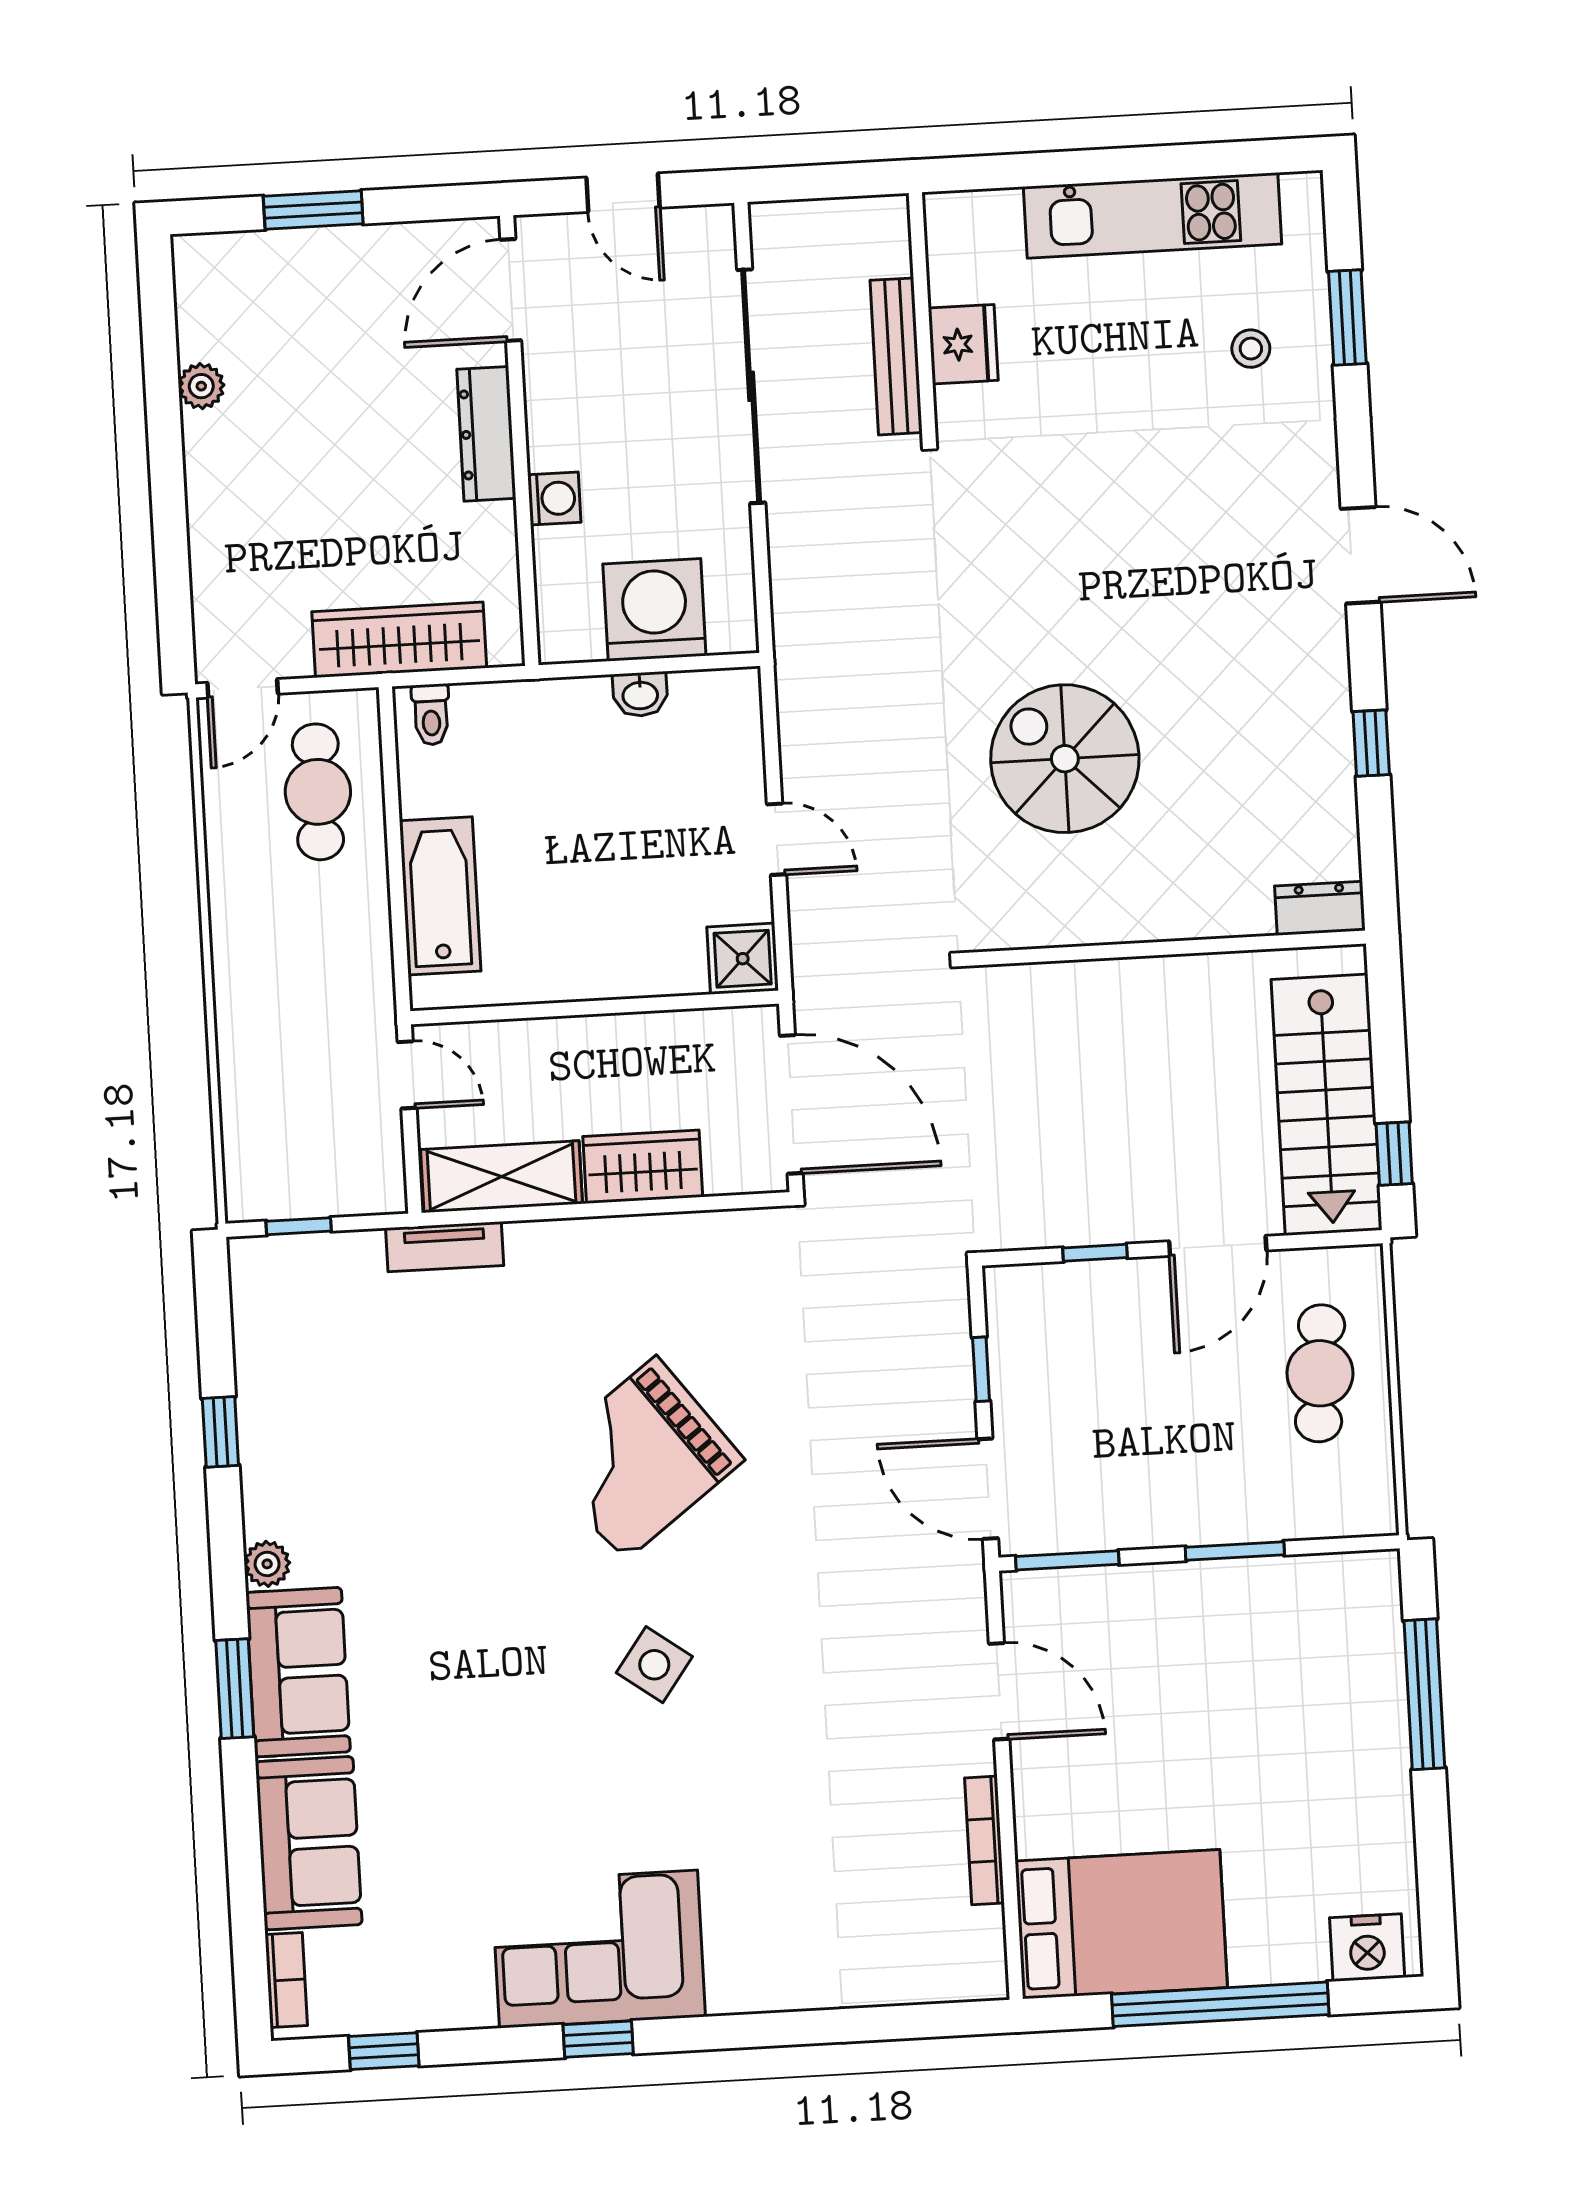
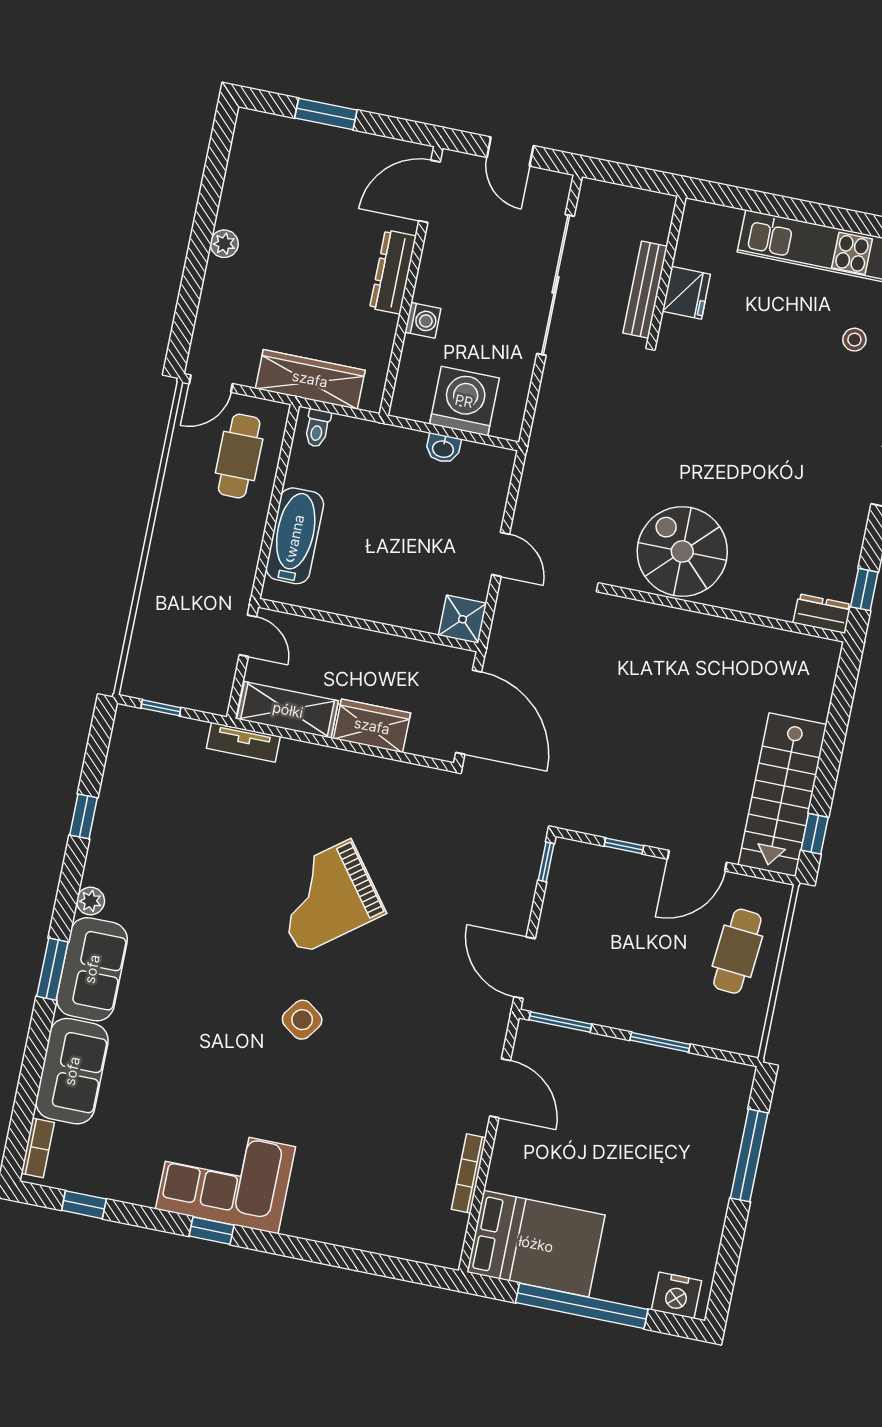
plant: (201, 386) -> (224, 244), moved
dresser: (1320, 908) -> (822, 614), moved
wall: (1165, 948) -> (725, 613), moved
window: (981, 1369) -> (546, 862), moved

